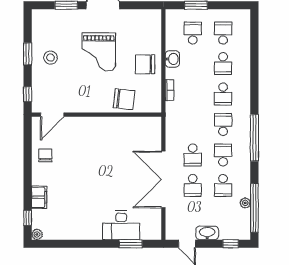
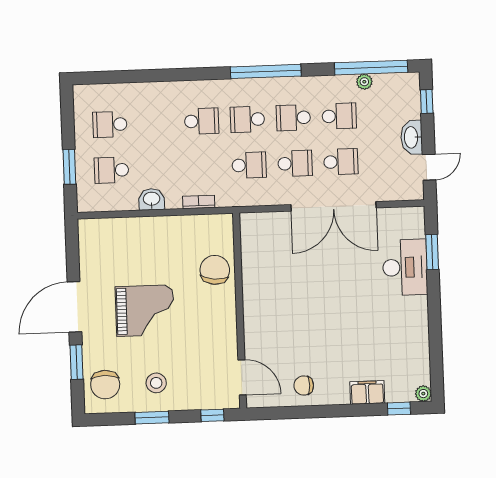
chair: (145, 64) -> (105, 385), moved
school desk: (223, 64) -> (249, 165), moved

